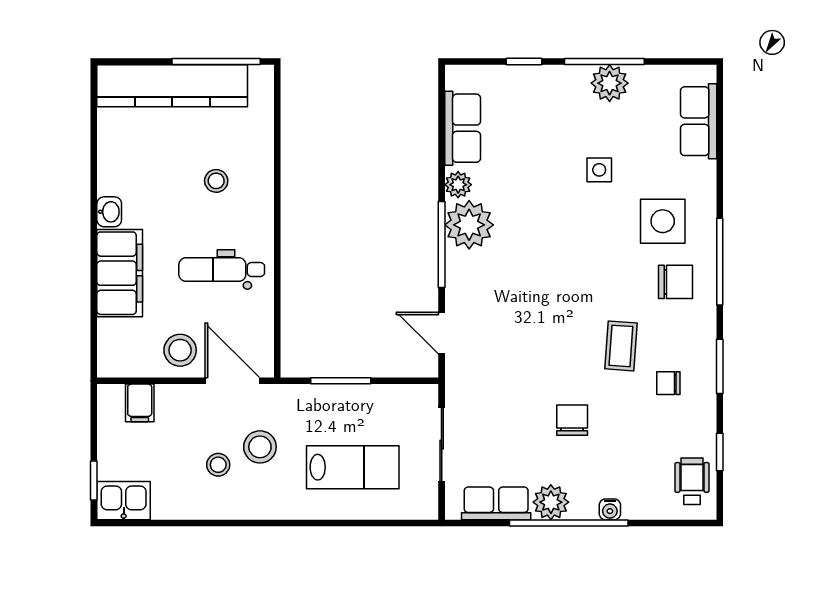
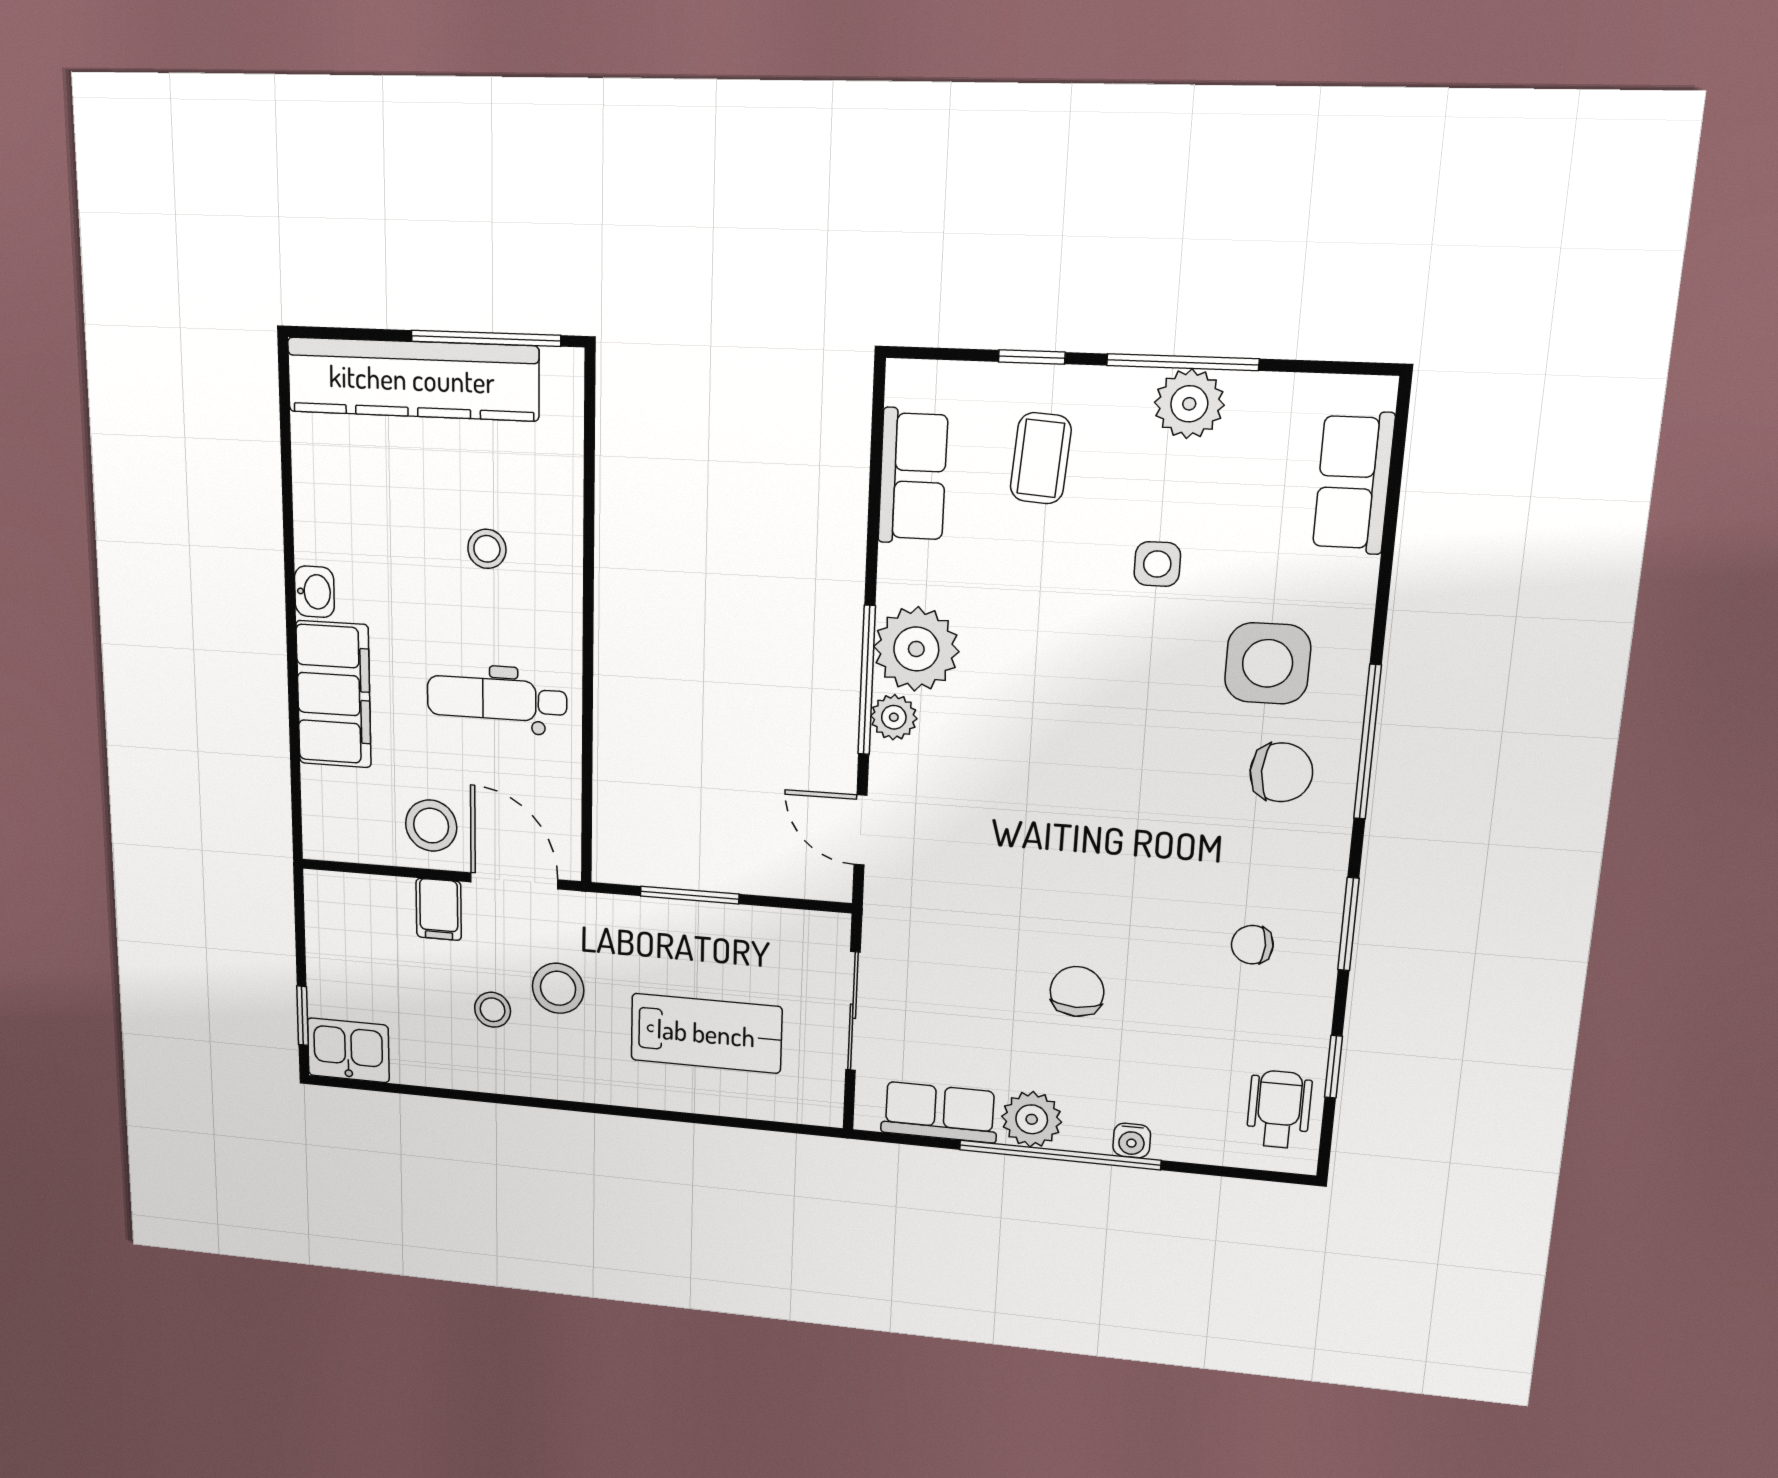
plant: (458, 185) -> (894, 717), moved
coffee table: (621, 346) -> (1041, 458), moved
filing cabinet: (140, 403) -> (439, 909), moved

